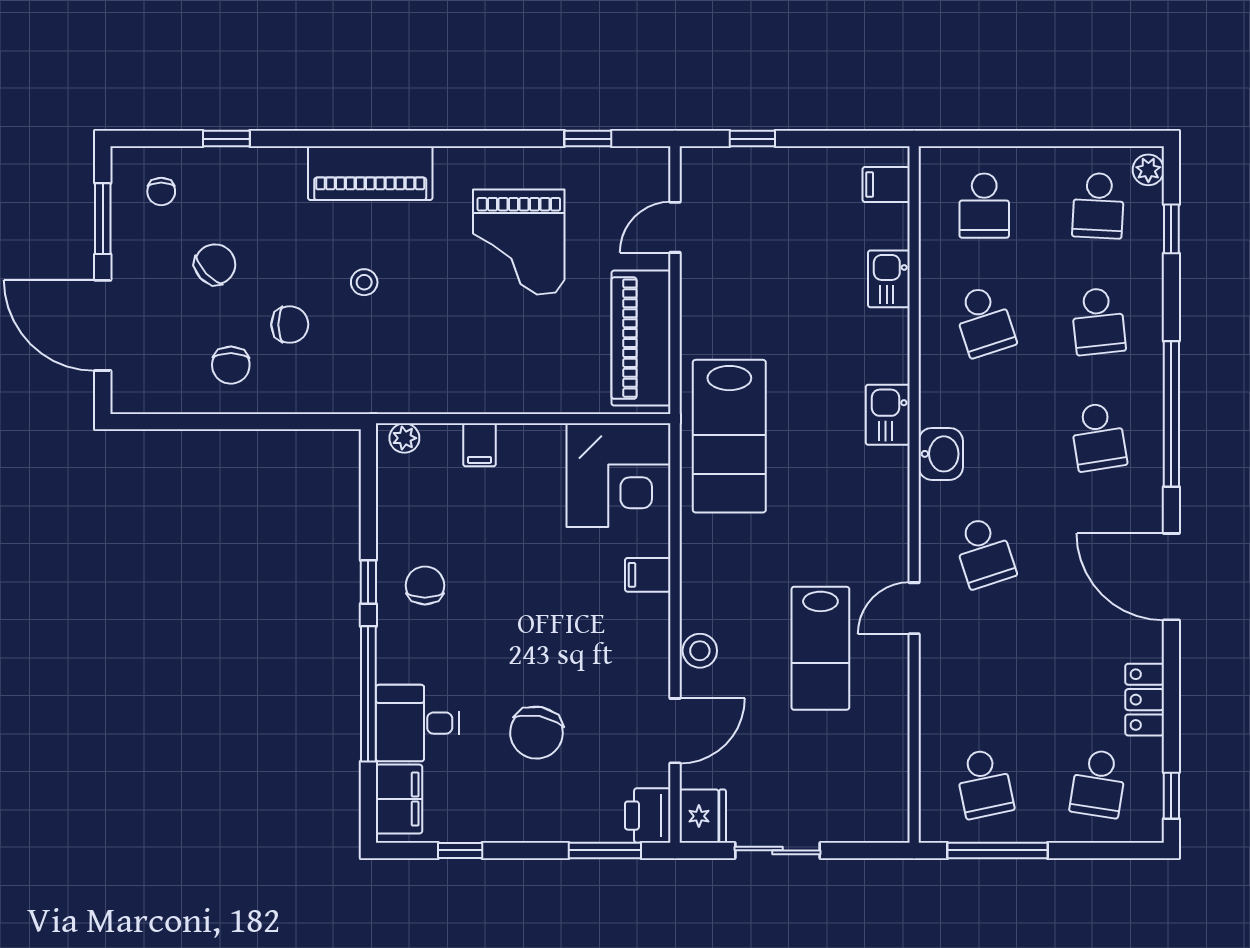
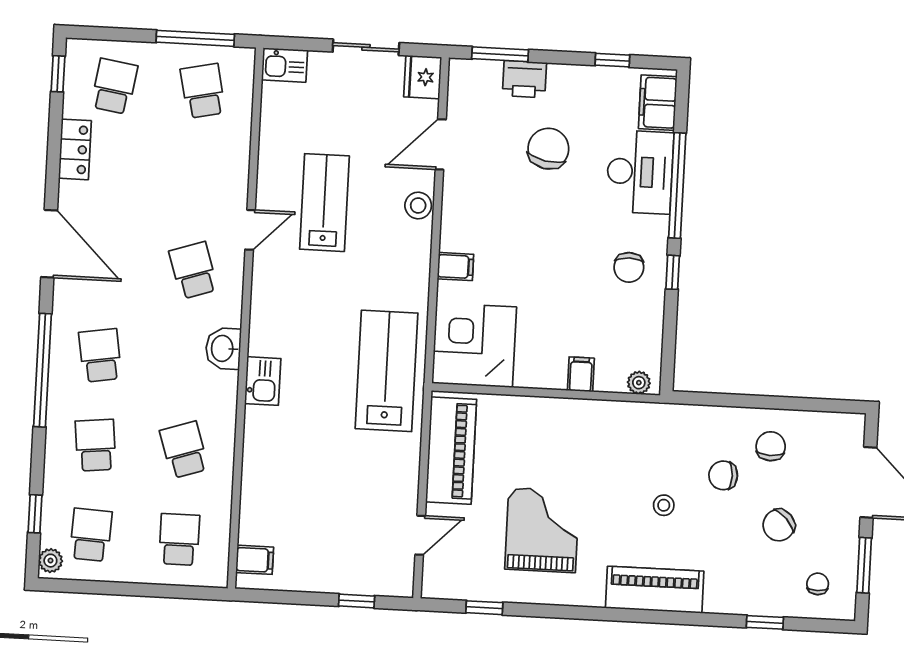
kitchen sink: (889, 279) -> (285, 65), moved, turned 90
desk: (417, 723) -> (640, 172), width x1.37
printer: (648, 816) -> (524, 79), moved, turned 90

